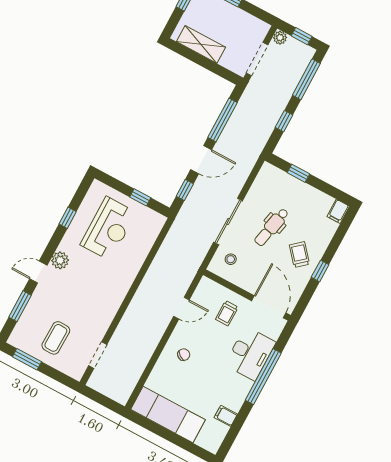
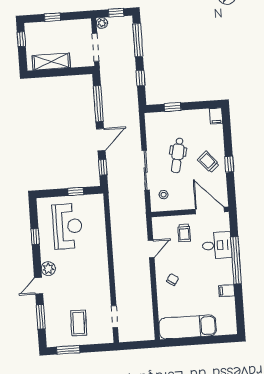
desk: (250, 354) -> (217, 245), width x0.73
filing cabinet: (226, 416) -> (227, 291), moved

